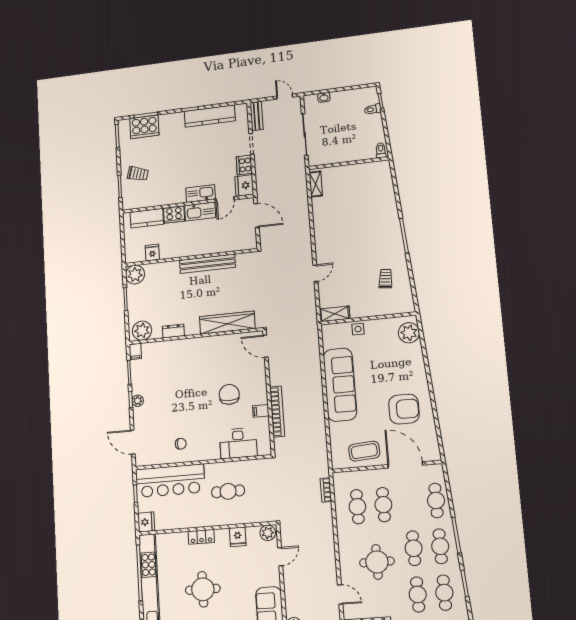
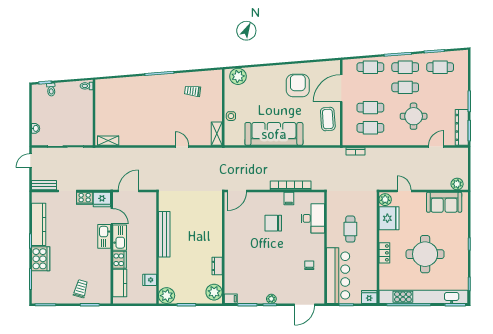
cooker: (144, 127) -> (41, 259), moved
wardrobe: (227, 323) -> (215, 221), removed
fridge: (238, 537) -> (389, 218), width x1.88, depth x1.34
round table: (203, 589) -> (425, 254), width x1.36, depth x1.36
cafe table: (418, 594) -> (440, 87), removed

